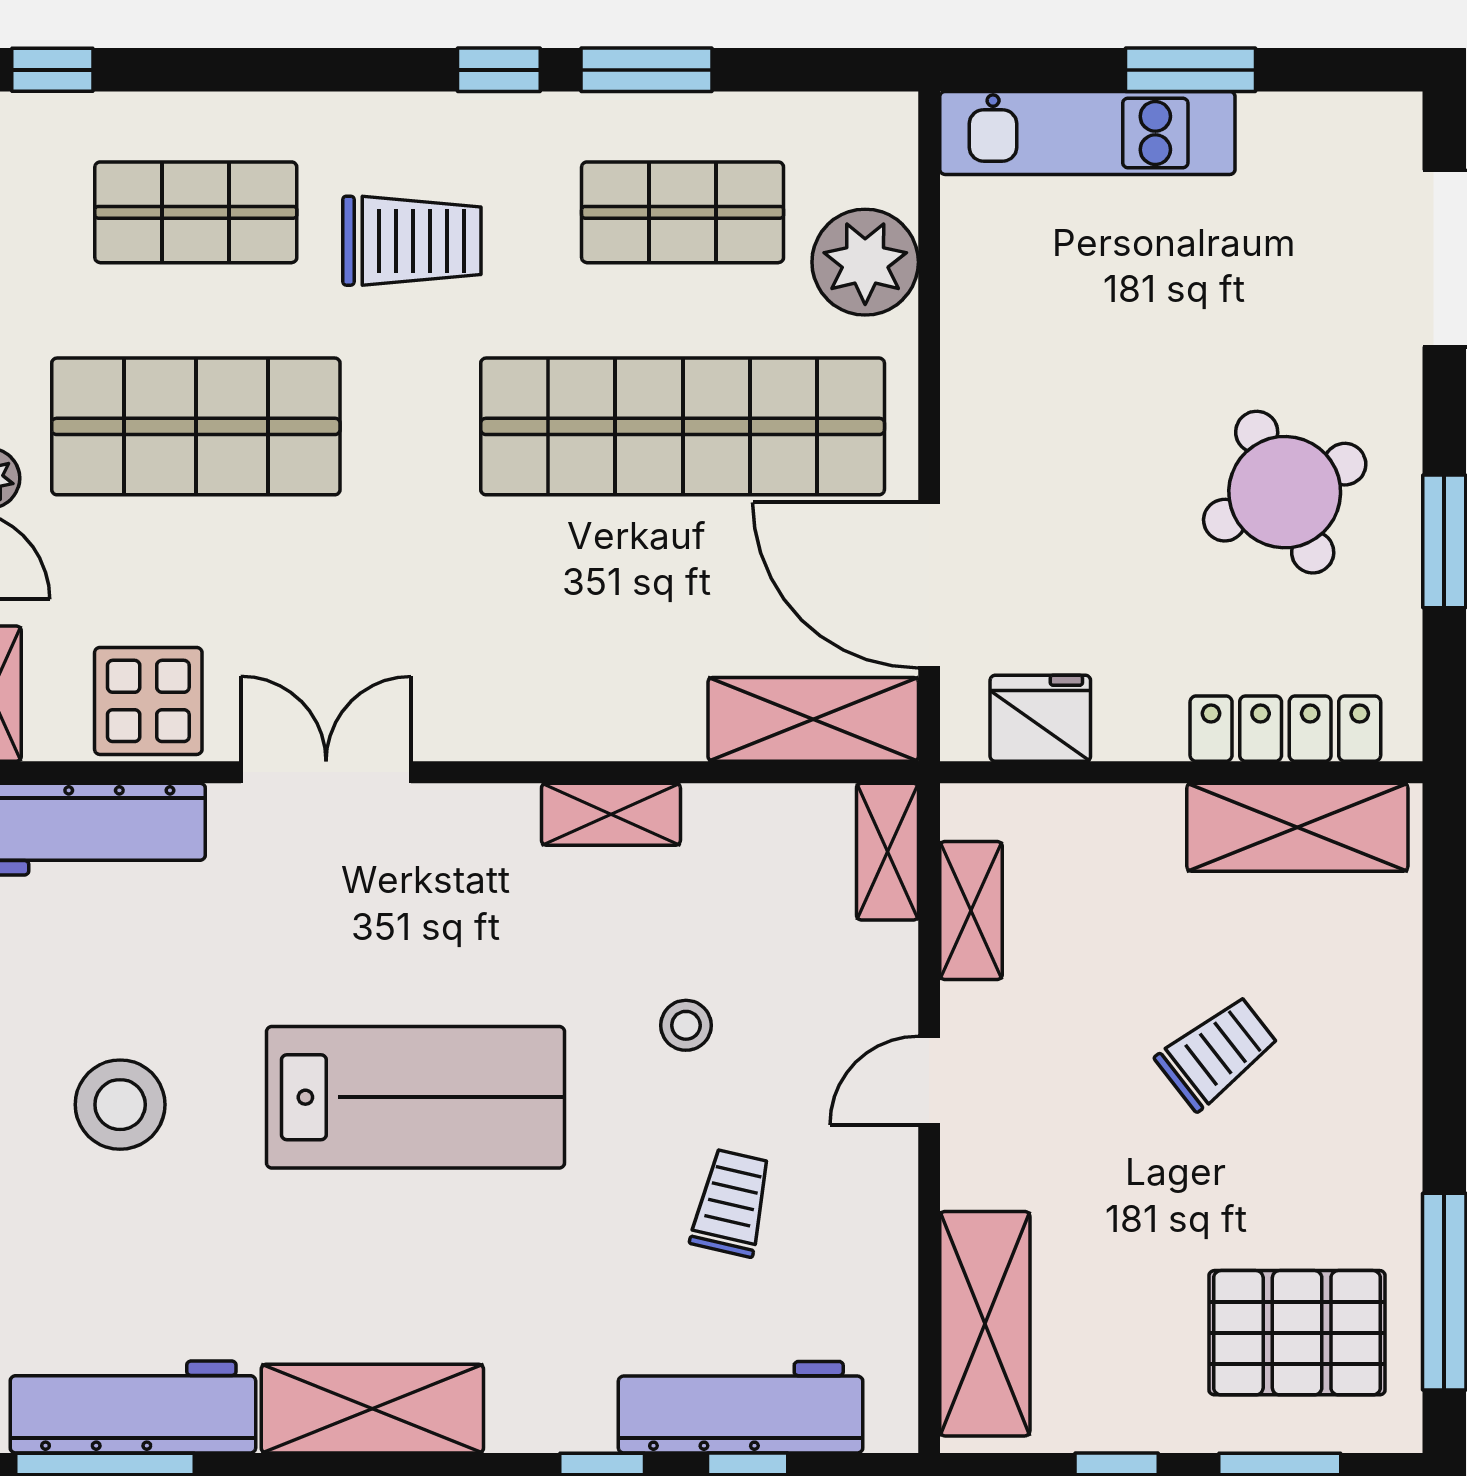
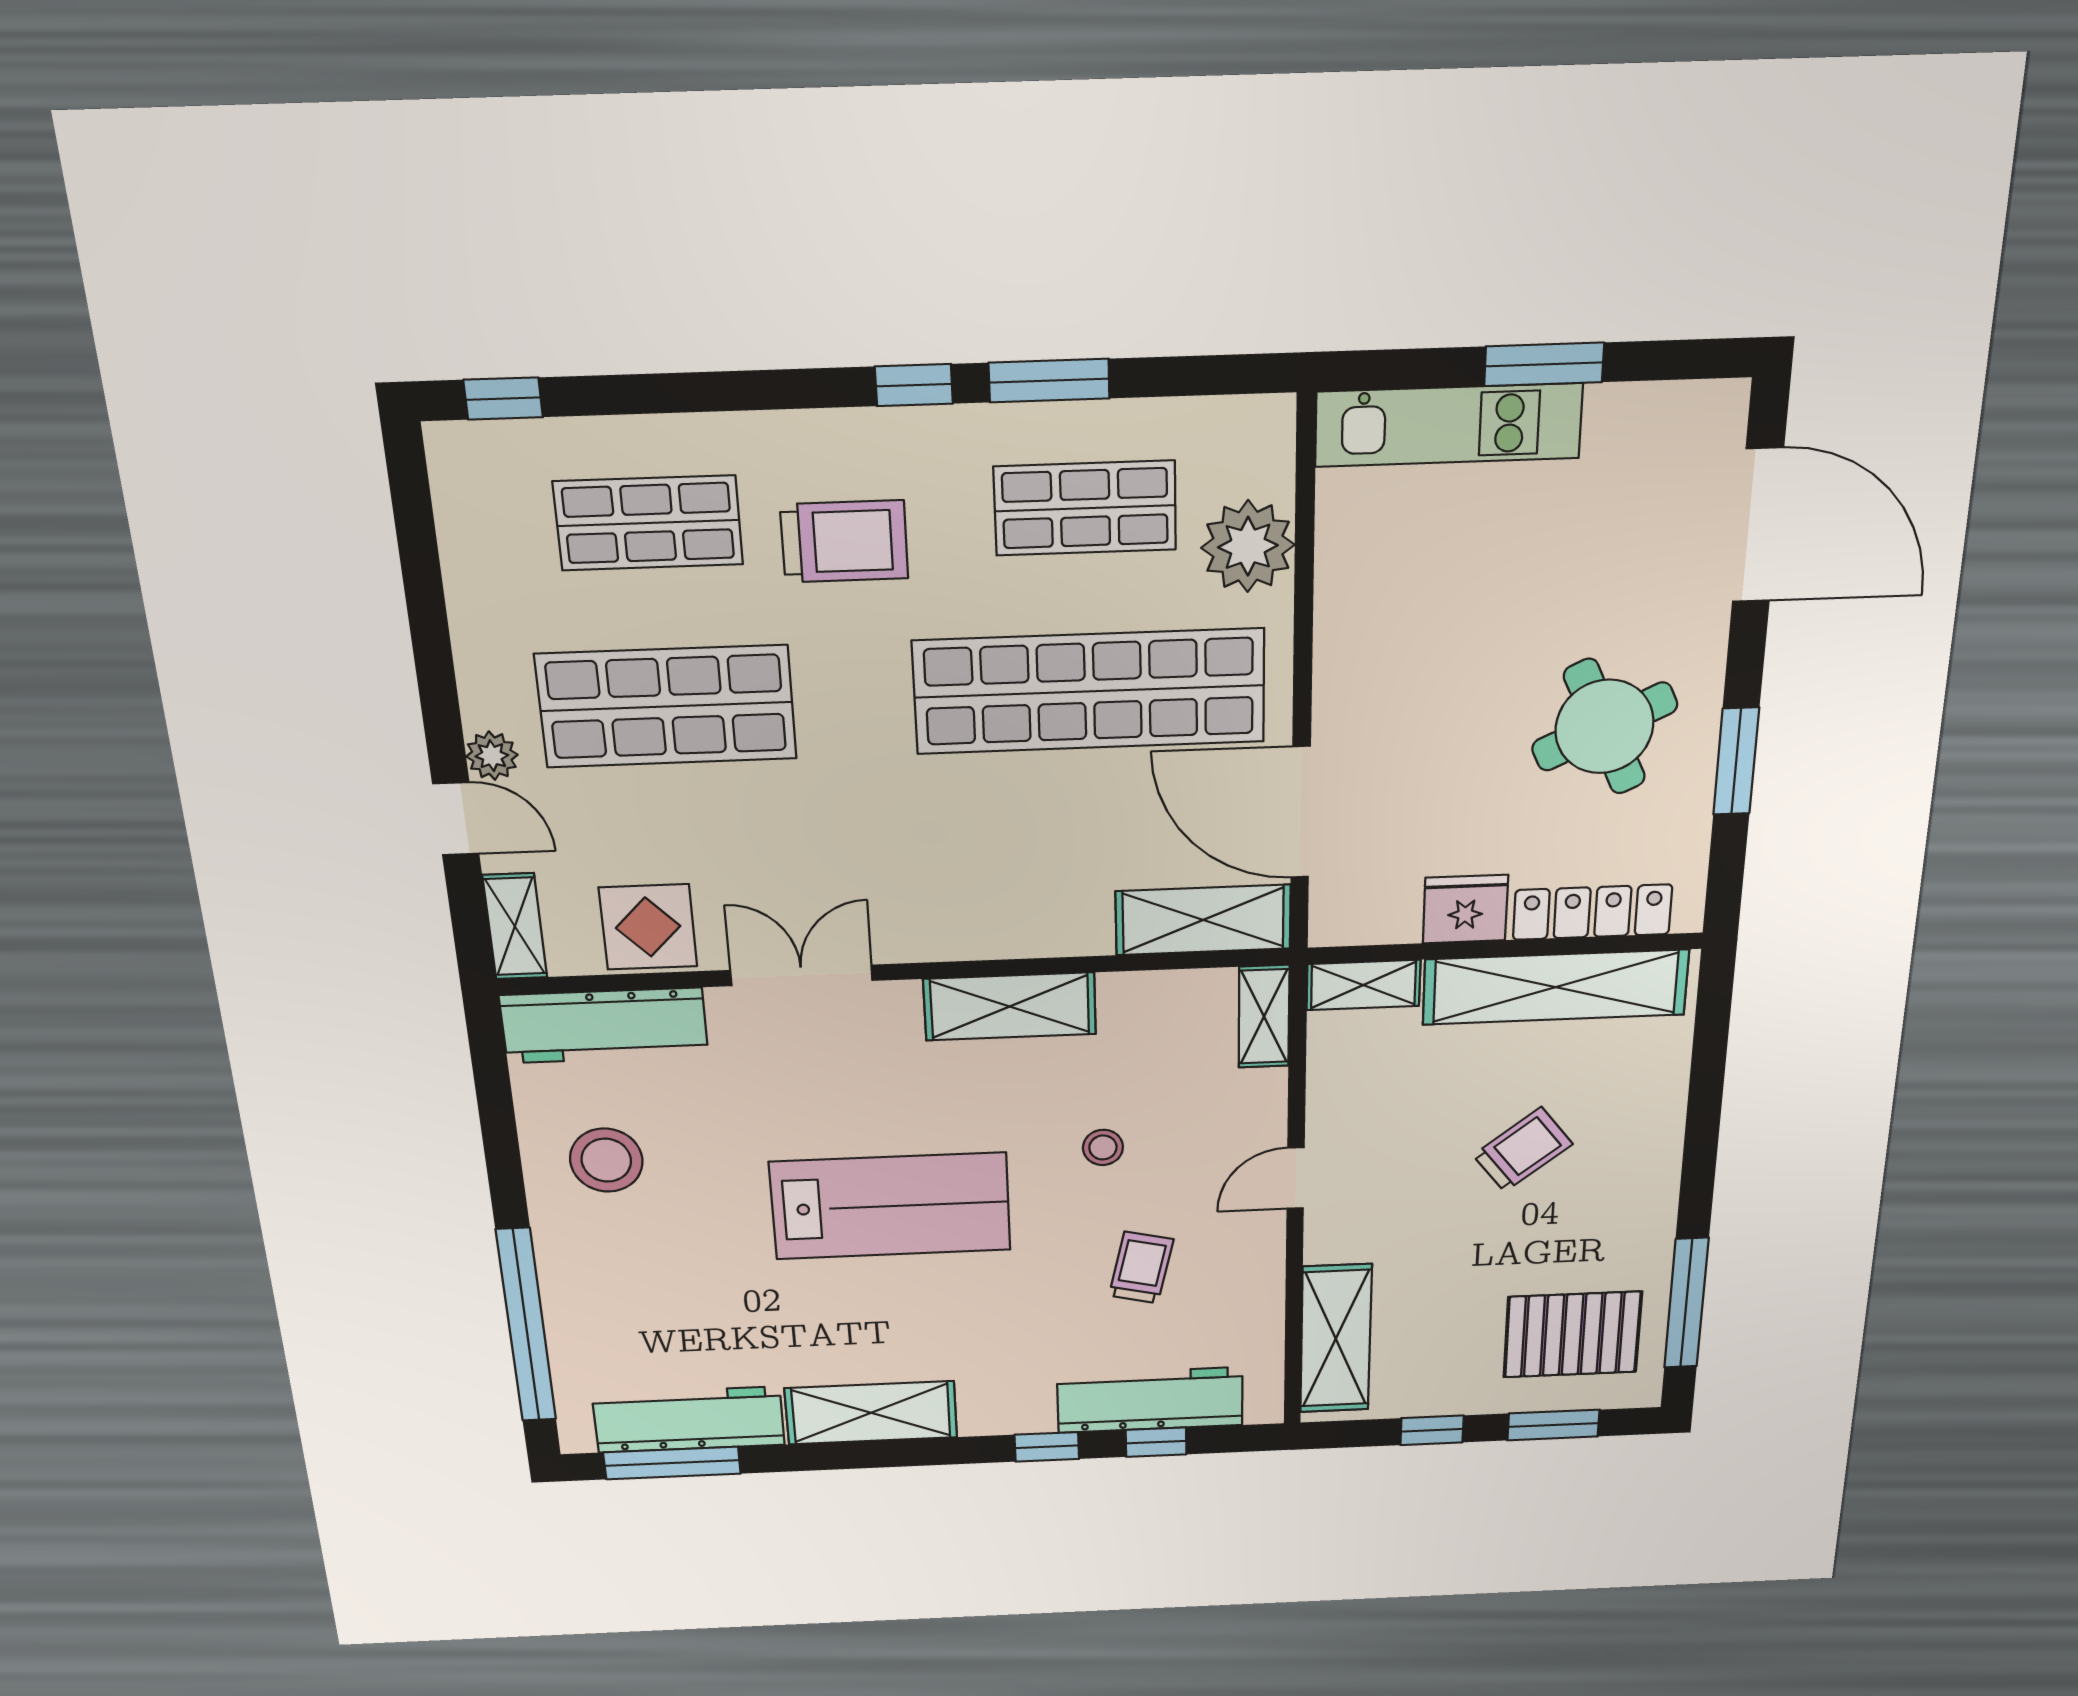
fridge: (1040, 718) -> (1465, 909), moved
shelving: (611, 814) -> (1010, 1006), width x1.50, depth x1.33
shelving: (1297, 827) -> (1555, 987), width x1.47
shelving: (971, 910) -> (1363, 985), moved, turned 90
stool: (120, 1105) -> (606, 1160), moved

